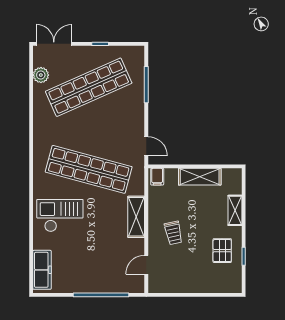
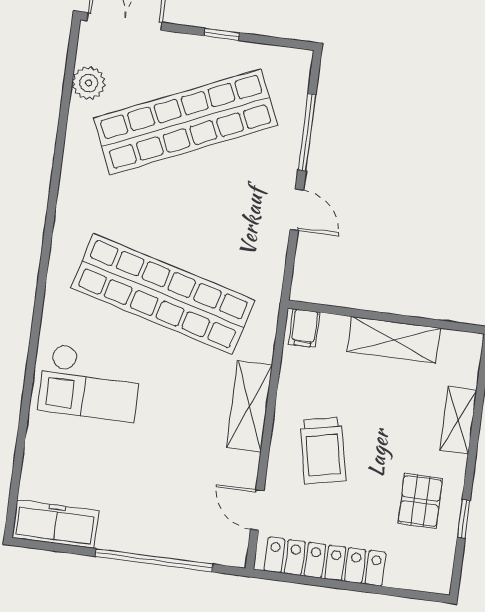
door: (146, 146) -> (297, 210), moved
checkout: (60, 216) -> (90, 383), turned 180
trolley: (173, 233) -> (323, 451), width x1.36, depth x1.39
door: (146, 265) -> (257, 510), hinge flipped
freezer: (42, 270) -> (55, 524), moved, turned -90
locker: (181, 285) -> (325, 562), added

